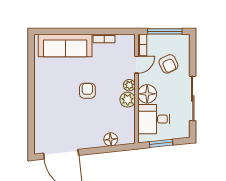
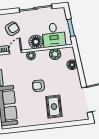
door: (136, 65) -> (15, 52), hinge flipped
plant: (128, 100) -> (55, 54), moved
rug: (57, 109) -> (54, 107), added

